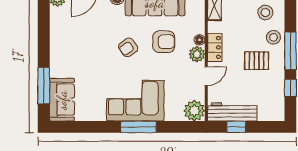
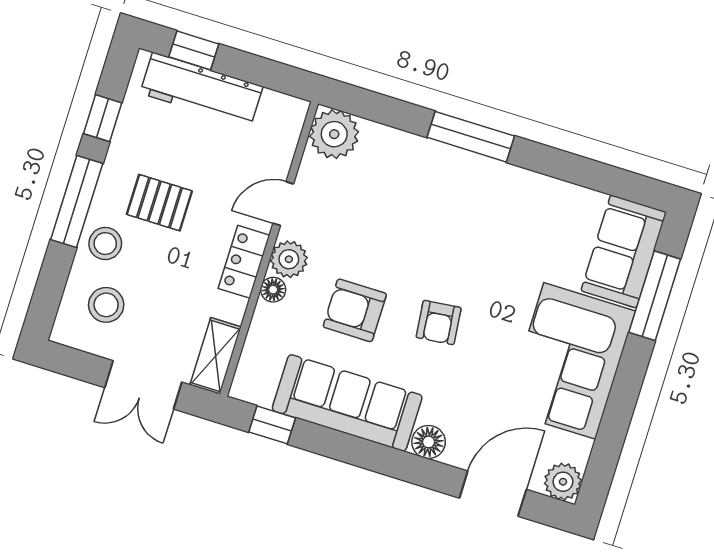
armchair: (128, 47) -> (439, 322), turned 119
corner sofa: (135, 101) -> (570, 361), moved, turned 90
workbench: (232, 112) -> (201, 90), moved
window: (236, 127) -> (194, 50), moved

